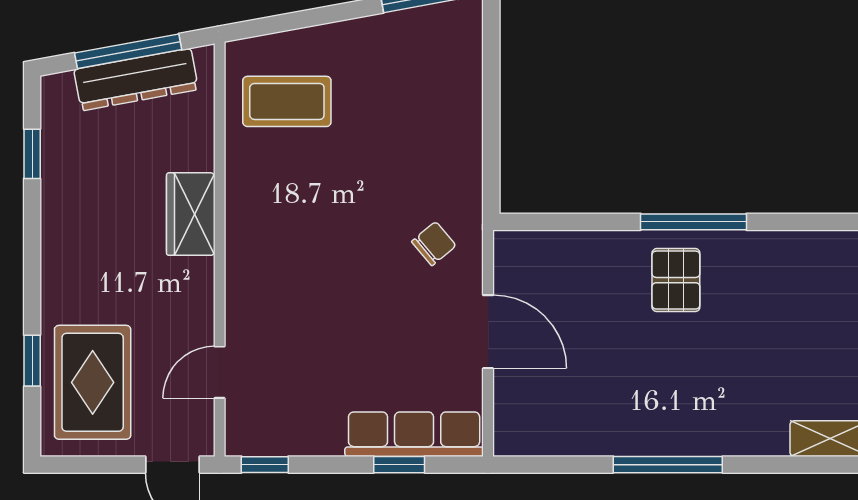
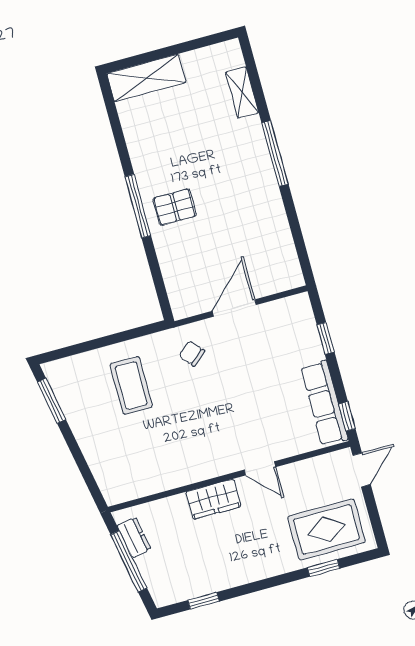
dresser: (136, 80) -> (134, 537), width x0.51, depth x0.80
coffee table: (287, 101) -> (131, 385), moved
door: (220, 372) -> (260, 468), moved
row of seats: (414, 434) -> (324, 403), moved
window: (668, 465) -> (275, 153), moved

